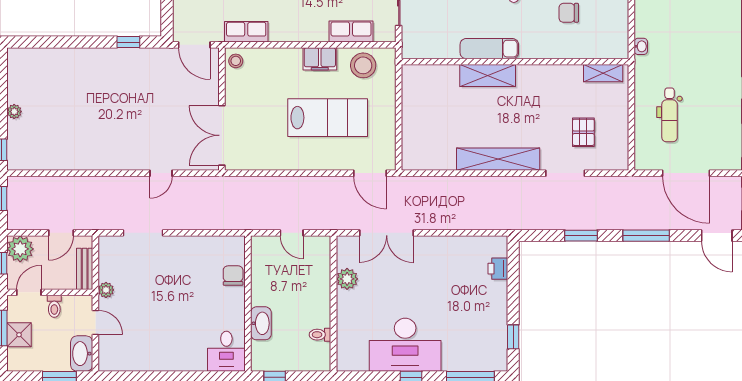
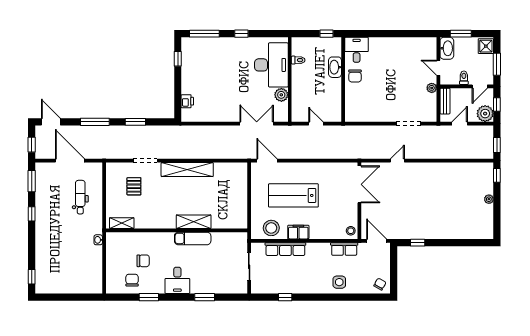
row of seats: (351, 32) -> (285, 249), width x1.48
chair: (233, 276) -> (355, 76), moved
shower: (19, 335) -> (486, 46), moved
desk: (405, 345) -> (271, 65), moved, turned 90

